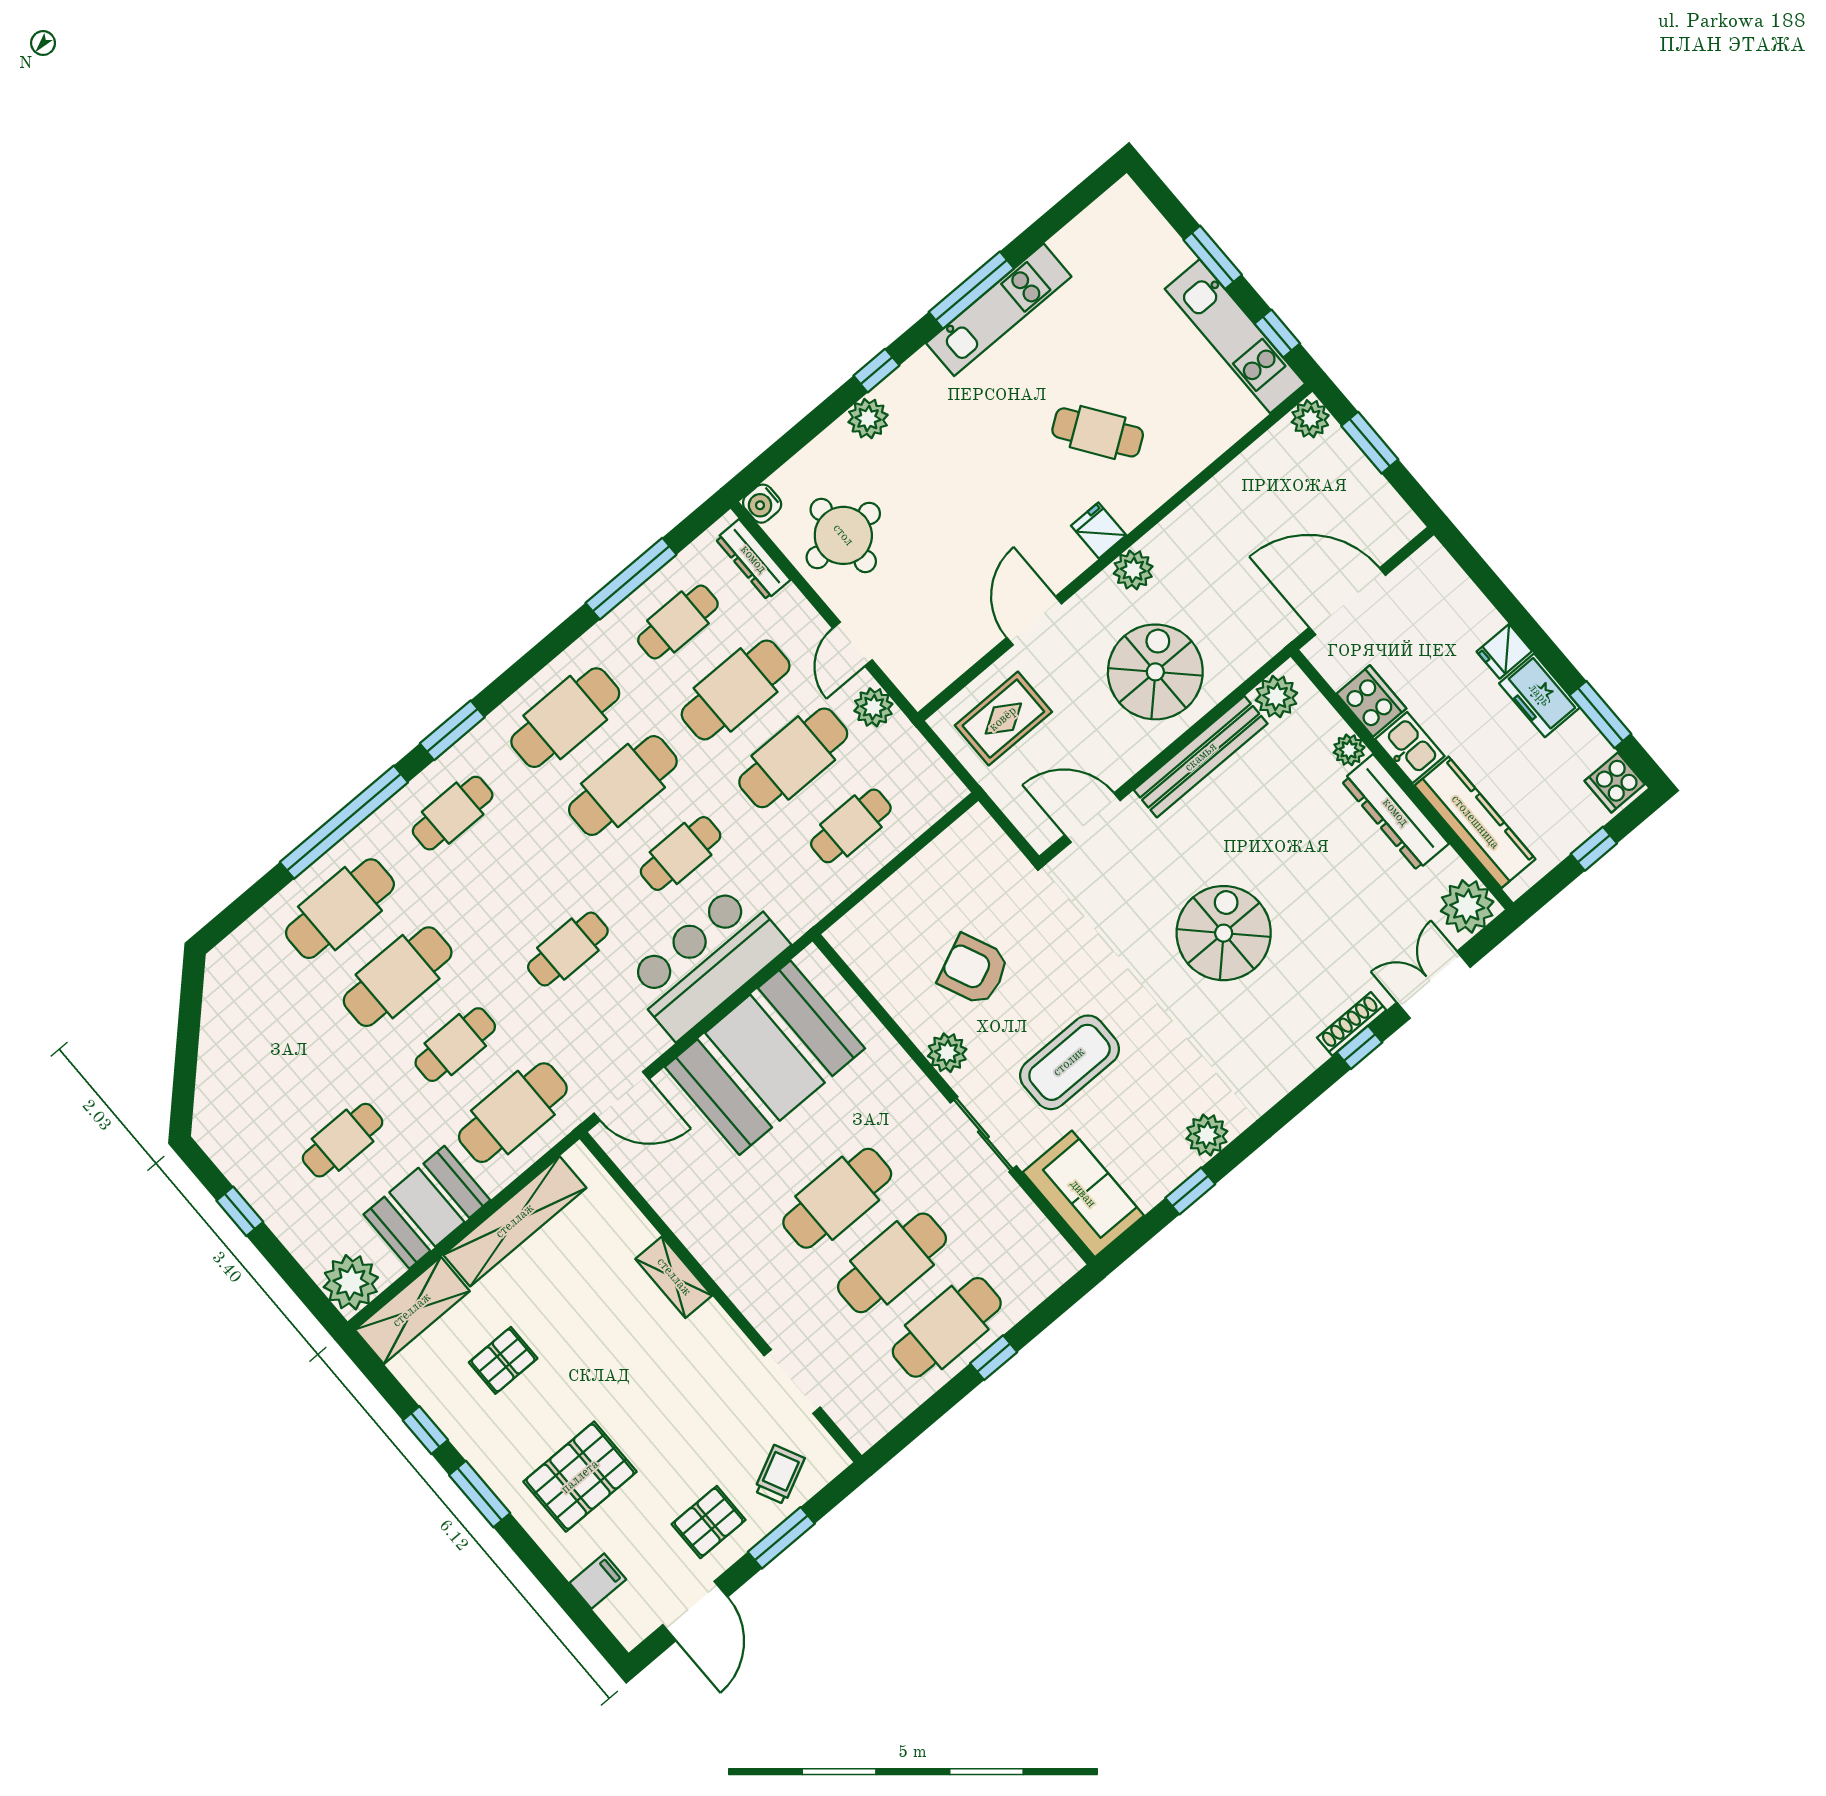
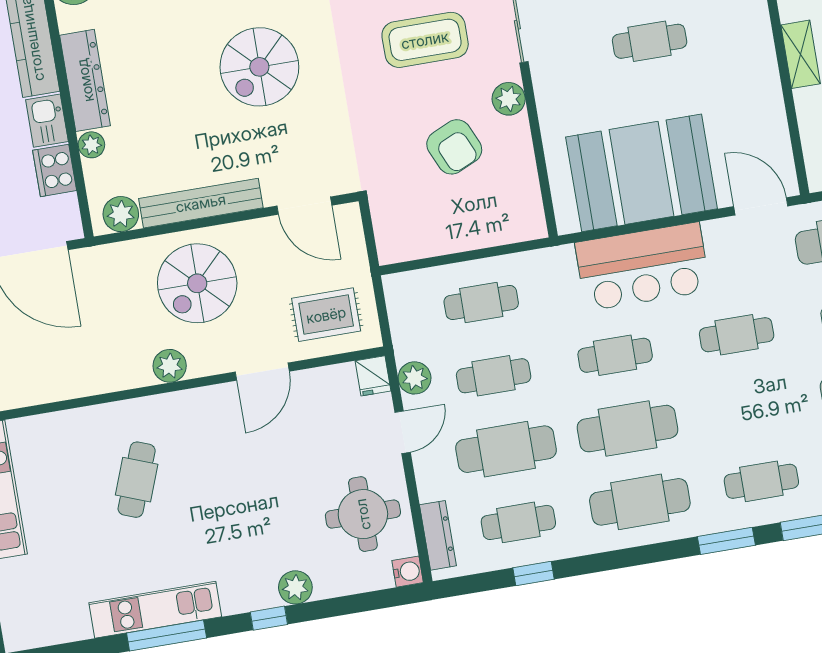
cafe table: (1098, 432) -> (137, 480), turned 56
fridge: (1099, 530) -> (373, 376), moved
window: (631, 579) -> (534, 573), width x0.46
cafe table: (793, 758) -> (494, 376), width x0.73, depth x0.74
cafe table: (837, 1198) -> (650, 41), width x0.73, depth x0.74

